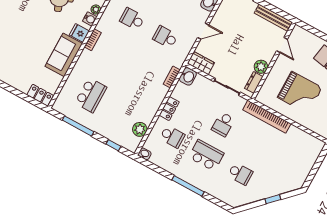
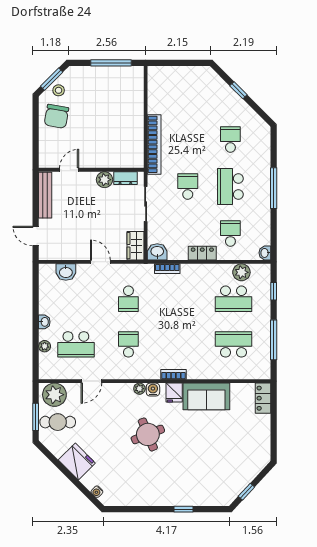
school desk: (132, 19) -> (128, 344), turned 180
grand piano: (300, 93) -> (109, 123), removed
school desk: (124, 113) -> (234, 299), added
school desk: (223, 124) -> (188, 187), turned -90

